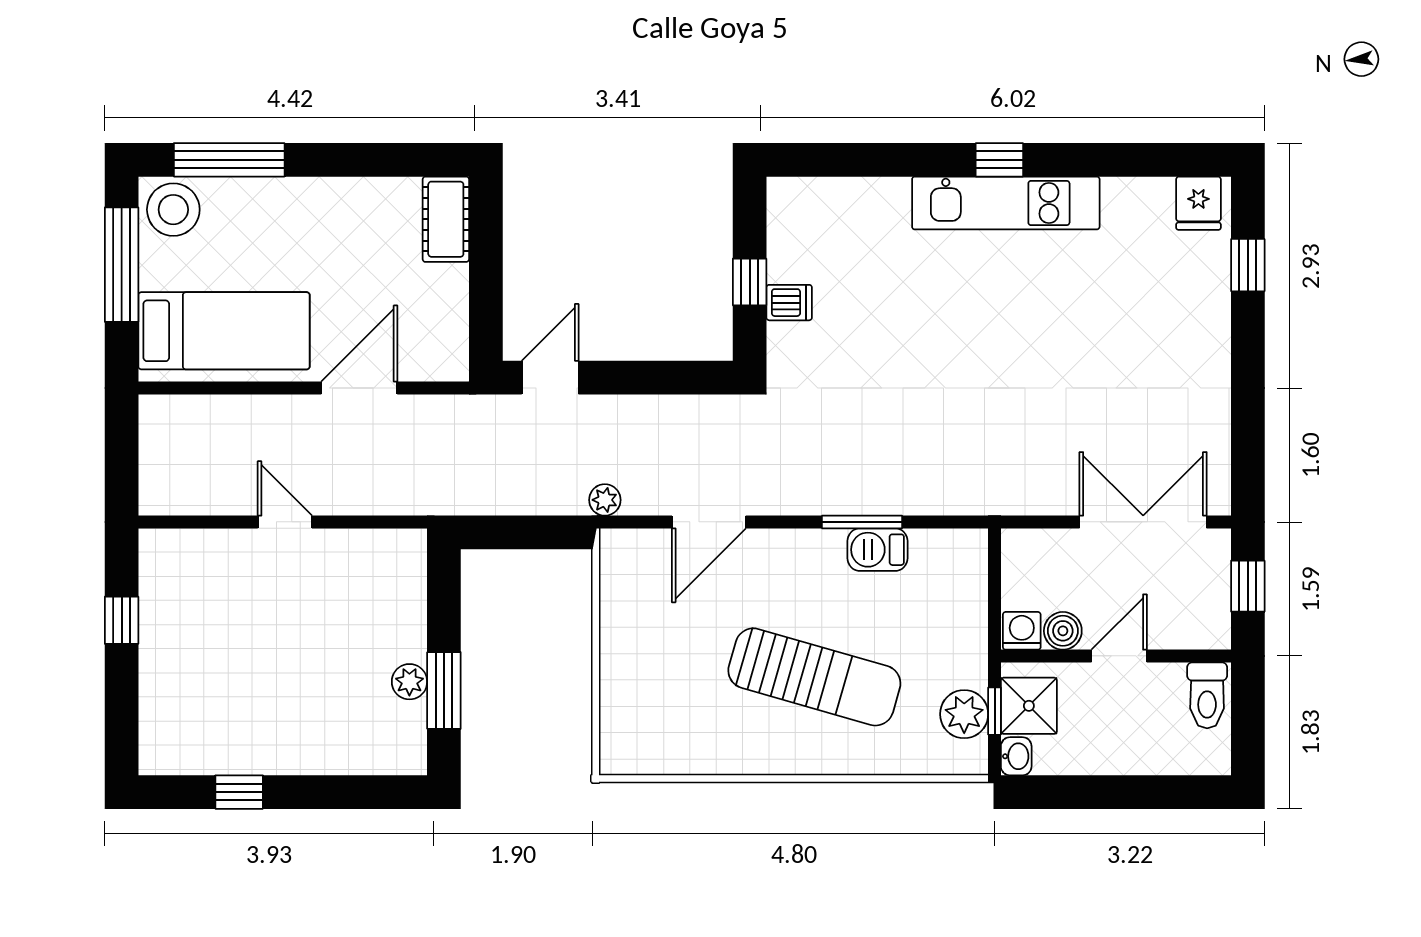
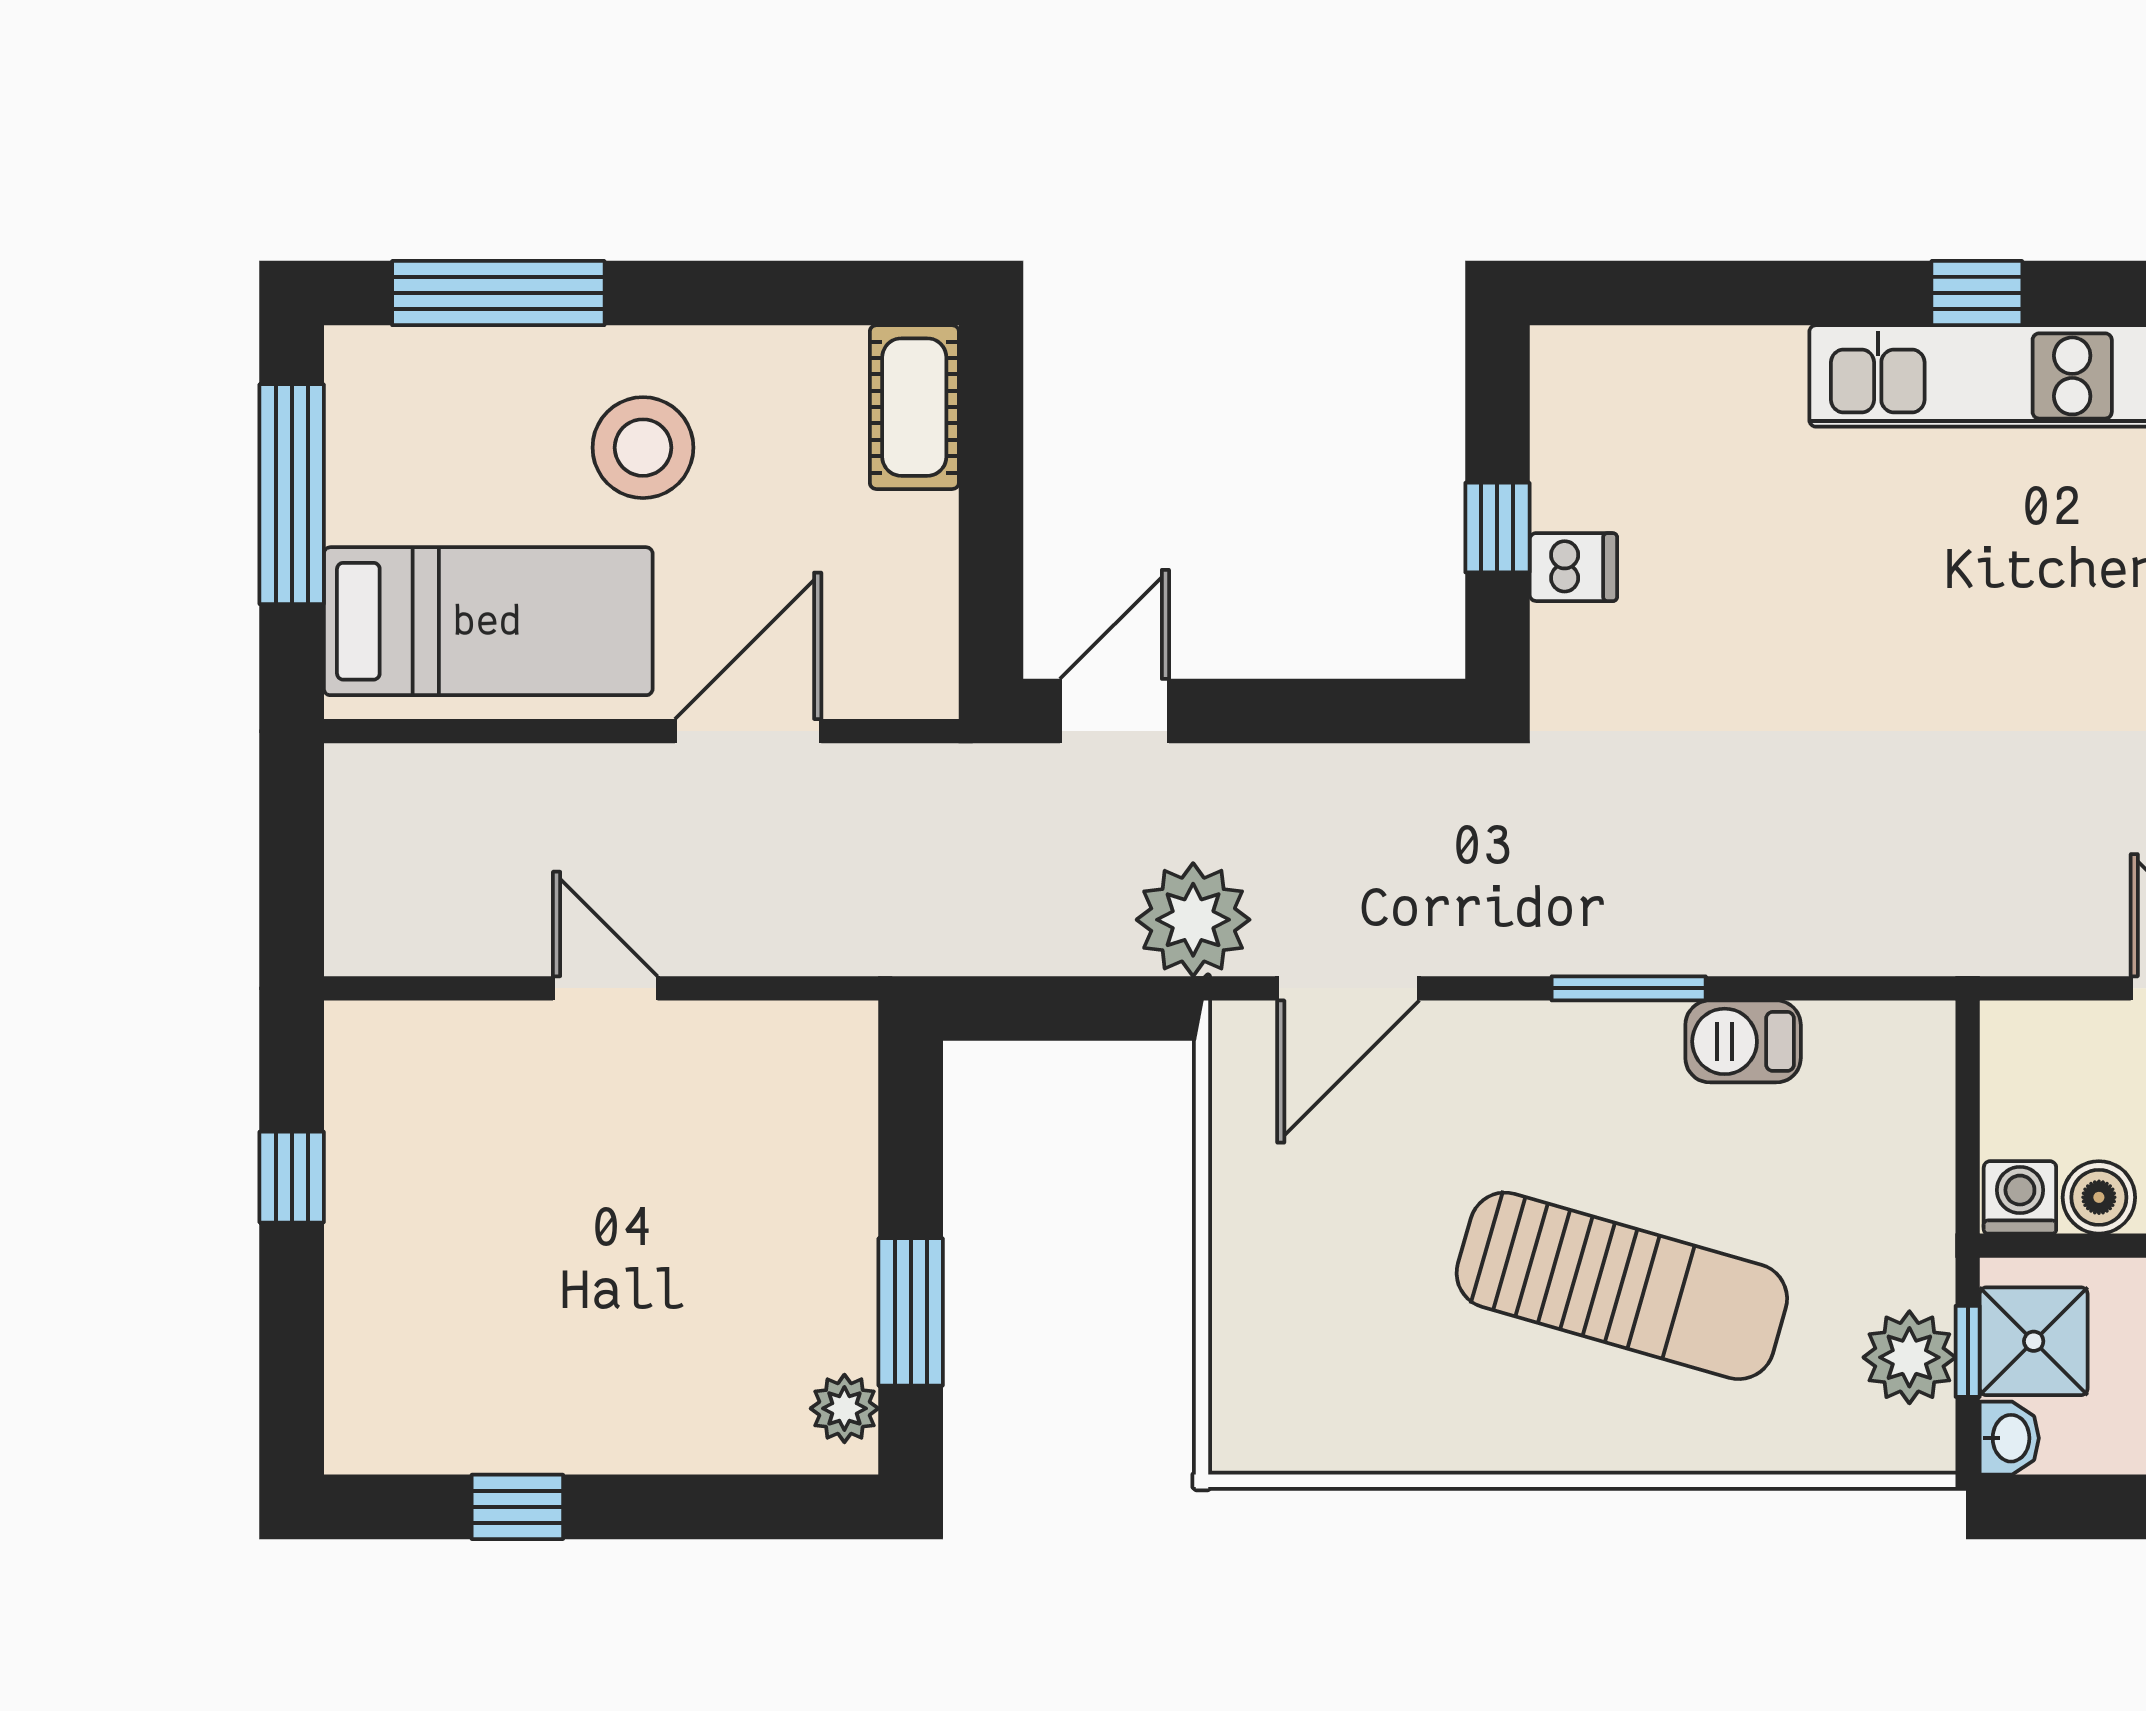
stool: (173, 210) -> (643, 448), moved
plant: (605, 500) -> (1193, 920), width x1.88, depth x1.88
door: (709, 522) -> (1348, 988), moved
window: (862, 522) -> (1629, 988), moved
plant: (409, 682) -> (844, 1408), moved

